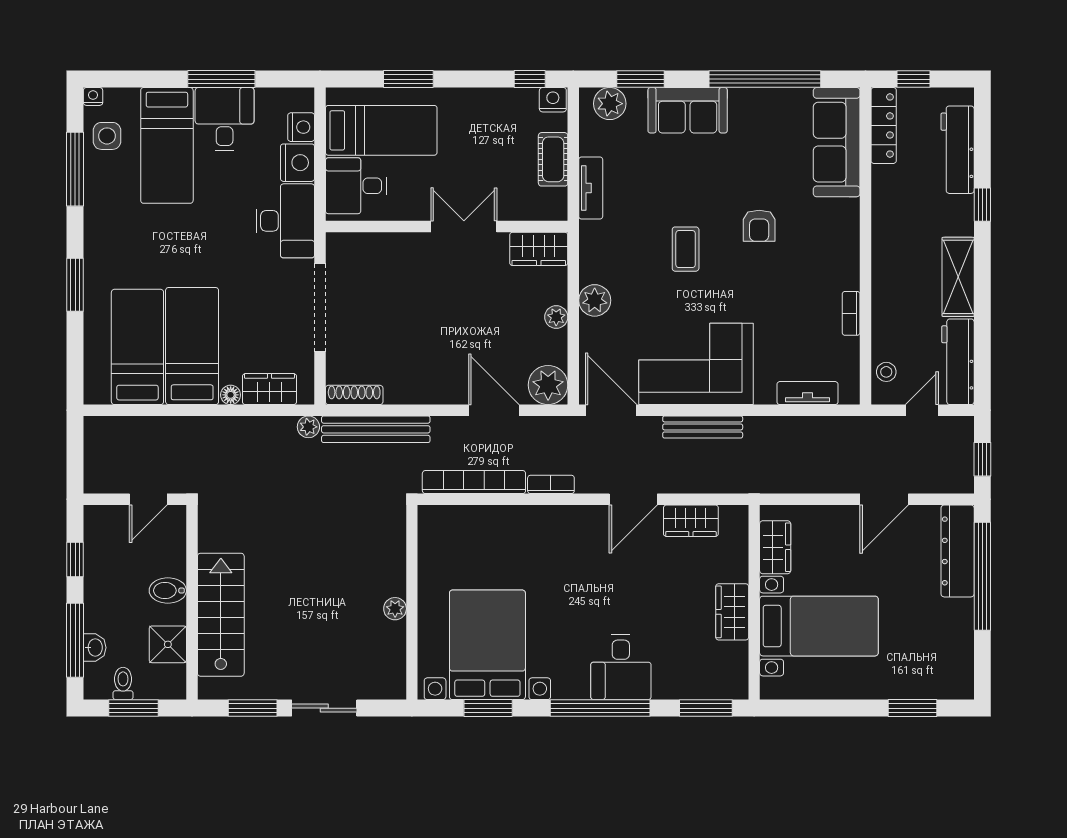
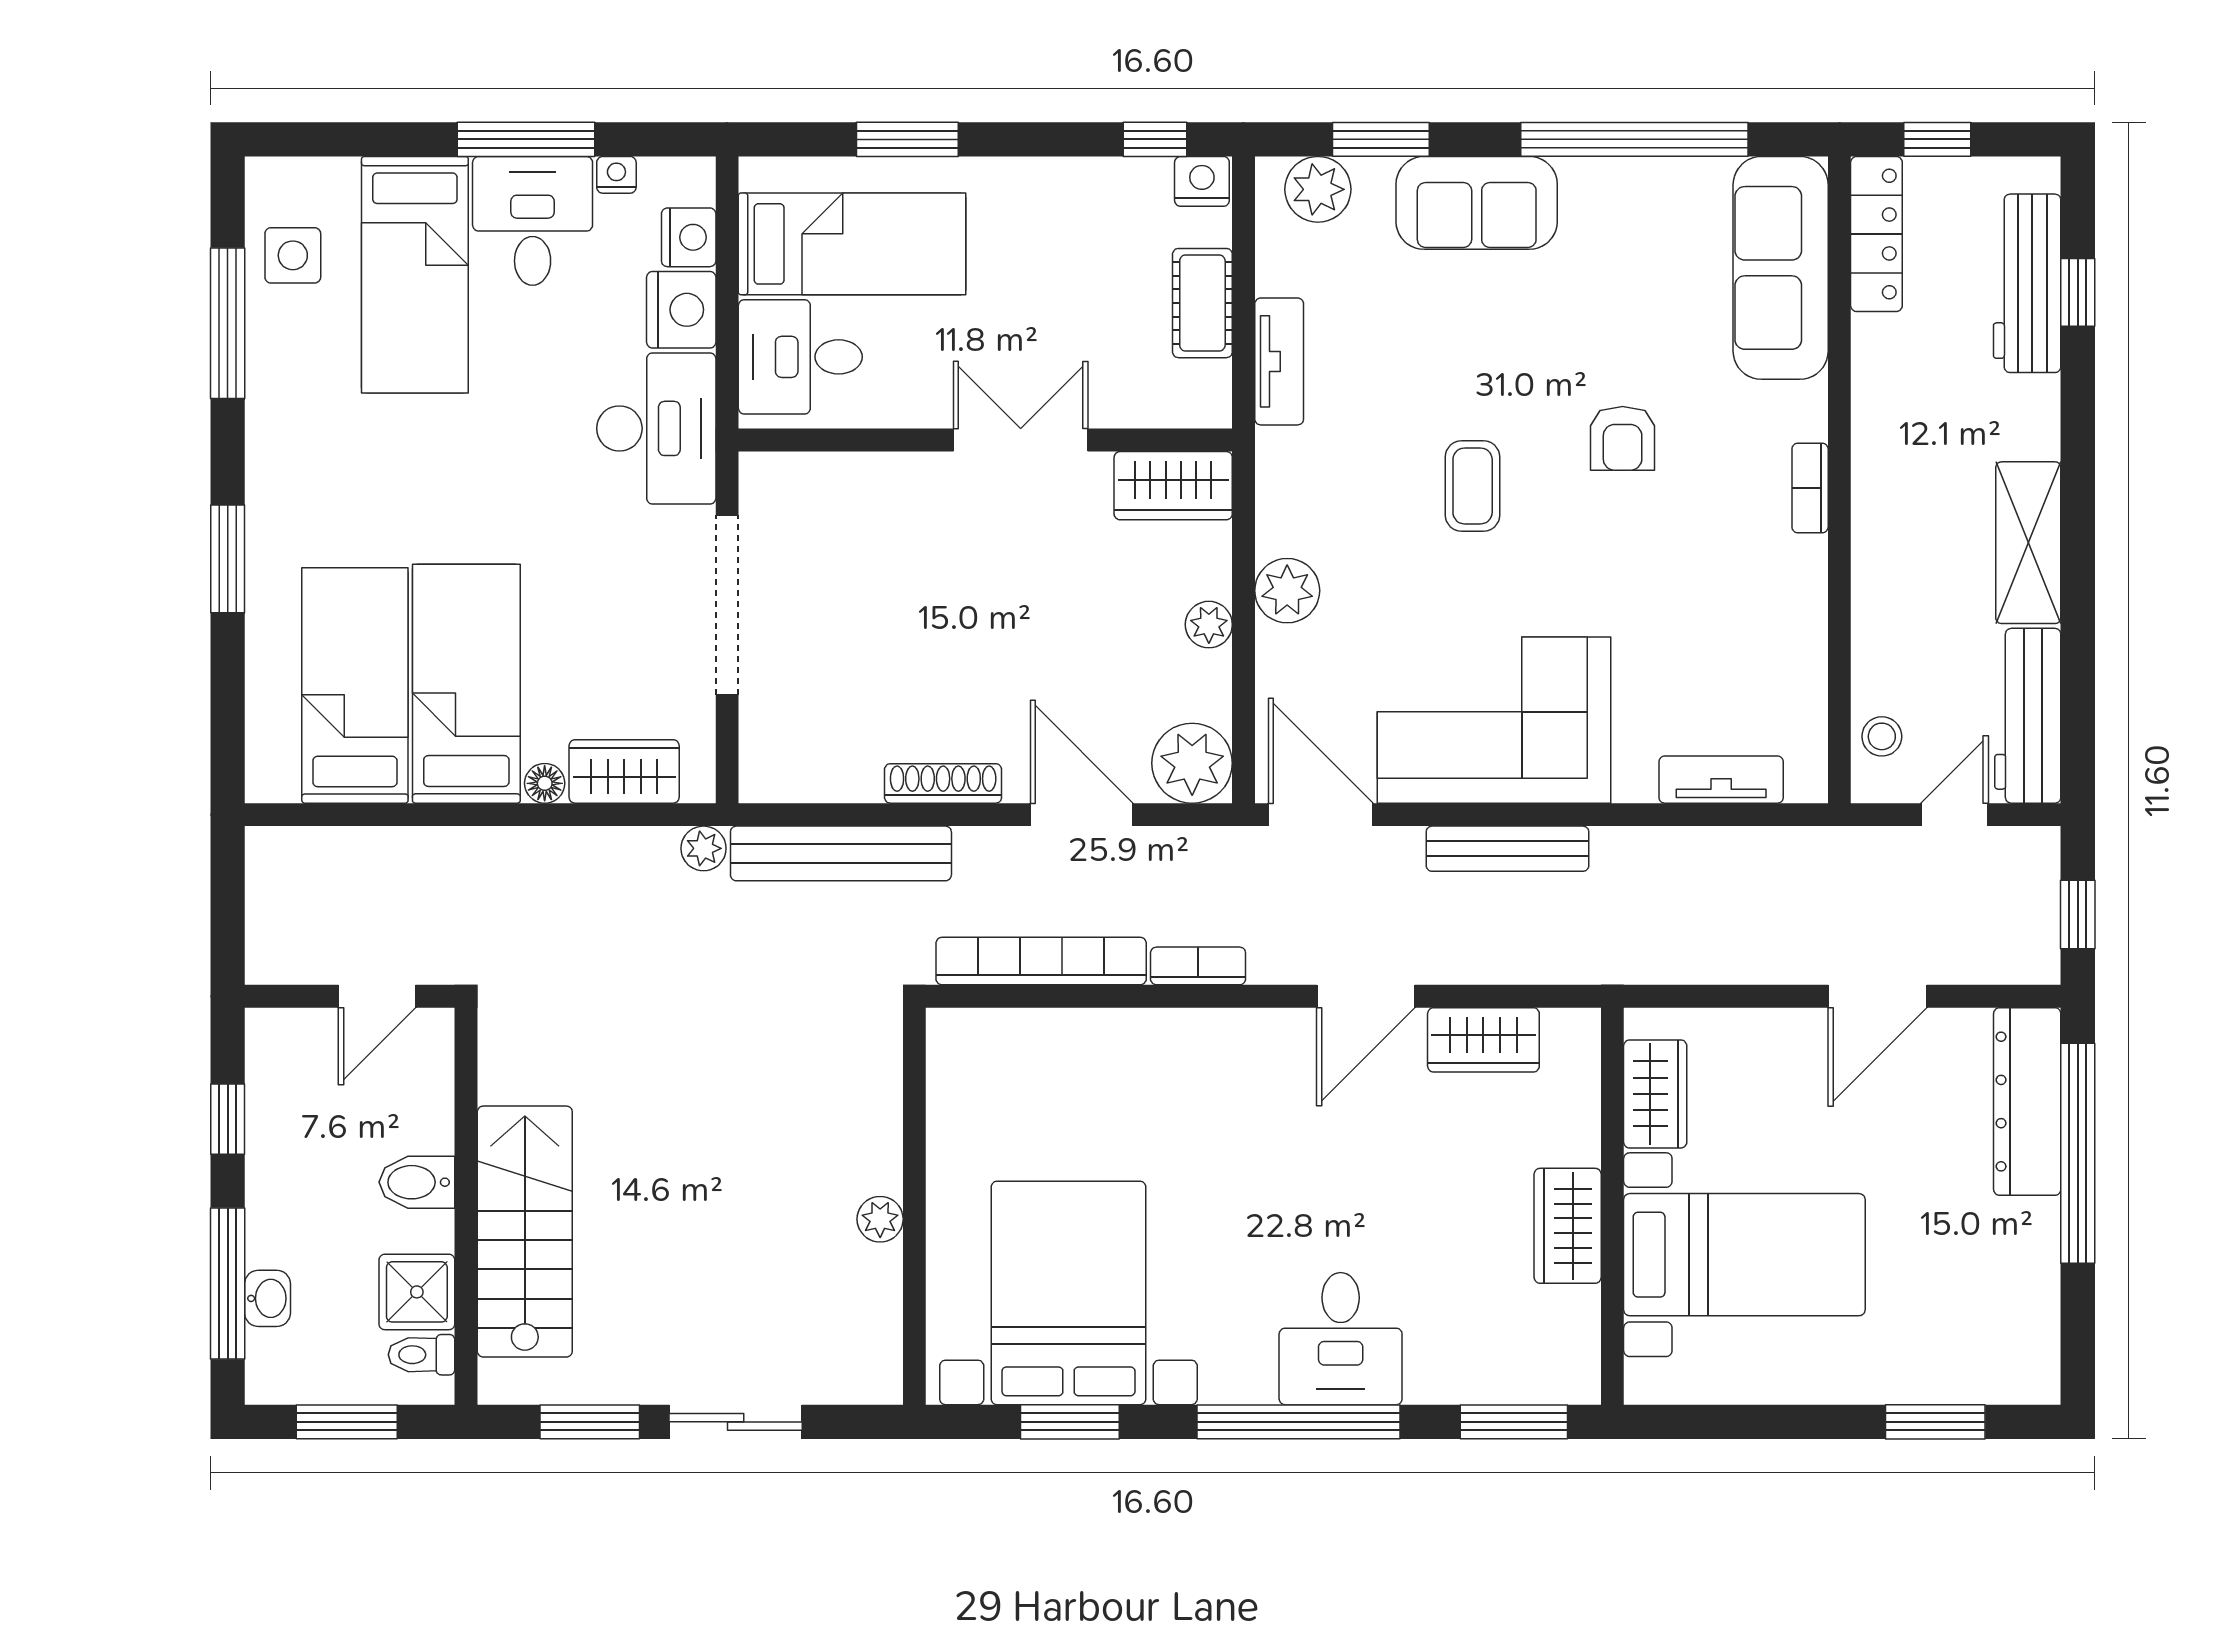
nightstand: (93, 96) -> (616, 175), moved
window: (982, 205) -> (2078, 292), moved
bookcase: (851, 313) -> (1810, 488), moved
shoe rack: (354, 395) -> (943, 783), moved
toilet: (123, 683) -> (422, 1355), moved, turned -90

